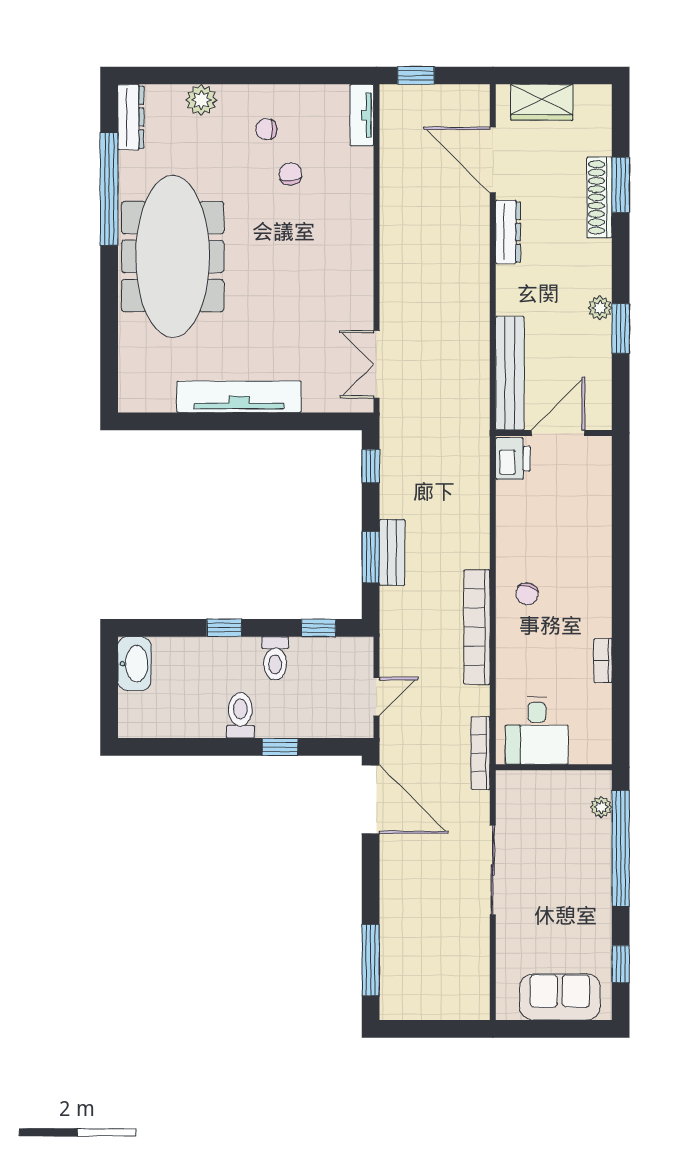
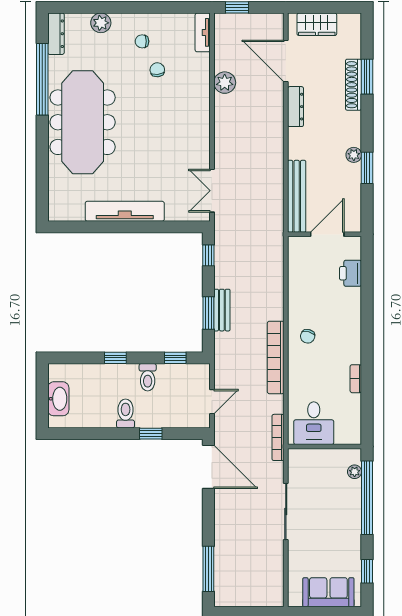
plant: (396, 194) -> (225, 83), added
printer: (513, 458) -> (351, 273), moved, turned 180
washbasin: (134, 664) -> (58, 399), moved

